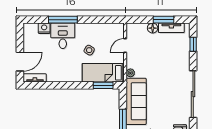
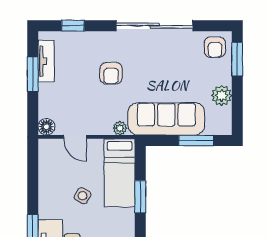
floor lamp: (153, 28) -> (46, 127), moved
armchair: (164, 68) -> (111, 73), added
window: (103, 85) -> (140, 197), moved

